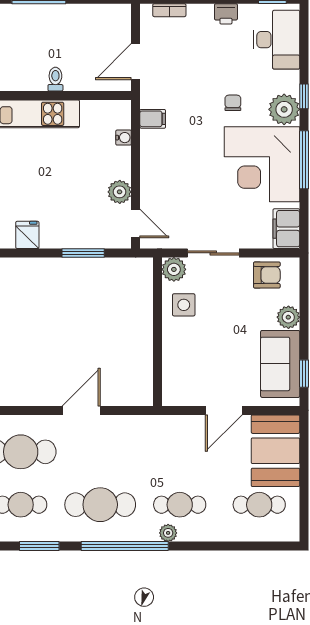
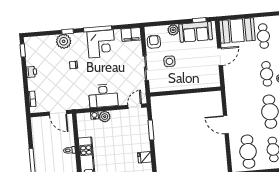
desk: (276, 40) -> (103, 96), moved, turned 180
plant: (284, 109) -> (64, 41), moved
filing cabinet: (153, 119) -> (84, 102), removed
corner desk: (262, 164) -> (101, 44), width x0.74, depth x0.74
plant: (120, 192) -> (105, 117), moved
plant: (174, 269) -> (155, 86), removed
side table: (184, 305) -> (169, 61), moved
door: (224, 410) -> (220, 57), hinge flipped

